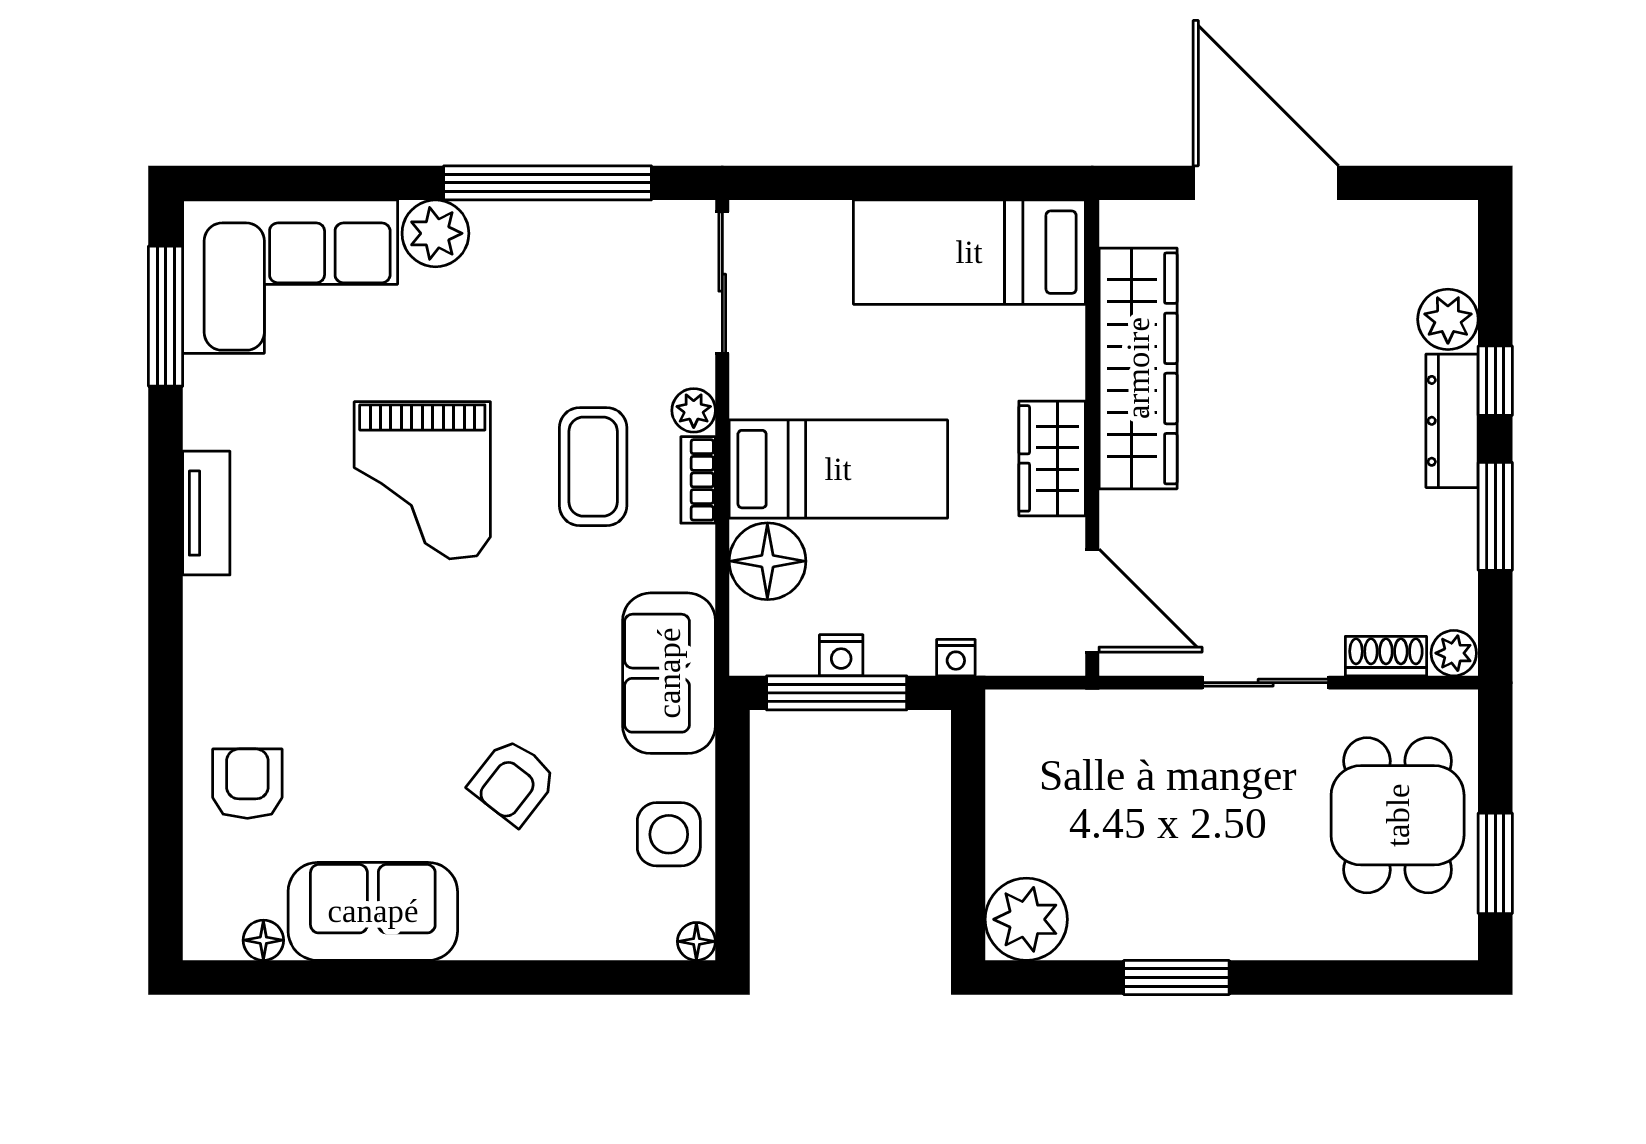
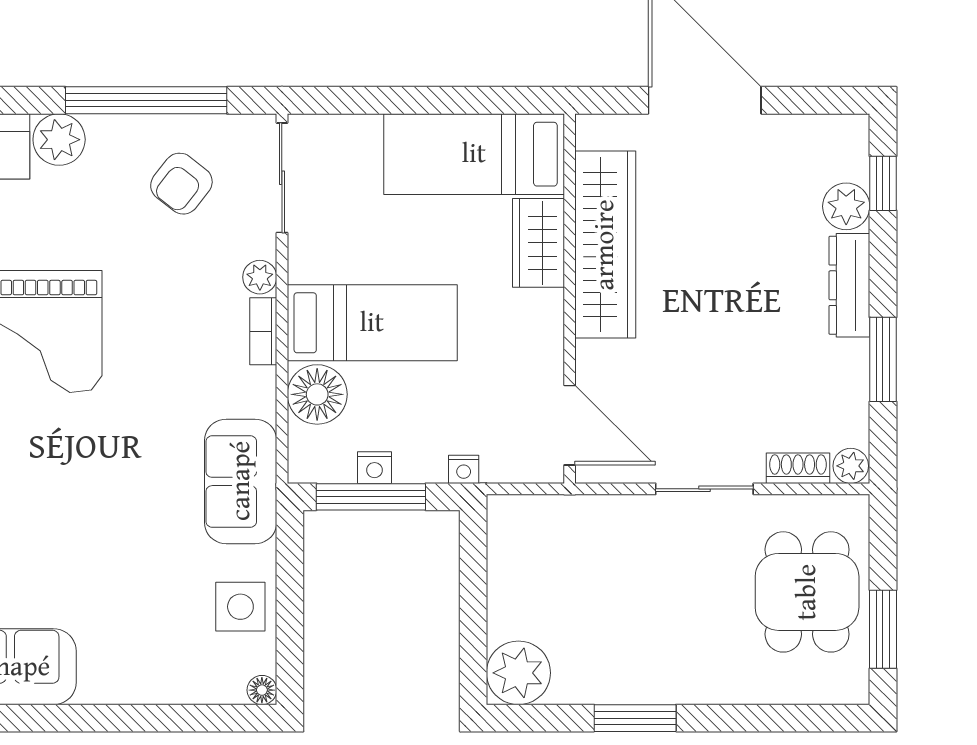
window: (1495, 381) -> (883, 183), moved
wardrobe: (1052, 458) -> (538, 243), moved
coffee table: (593, 467) -> (182, 321), removed
armchair: (513, 782) -> (181, 184), moved

